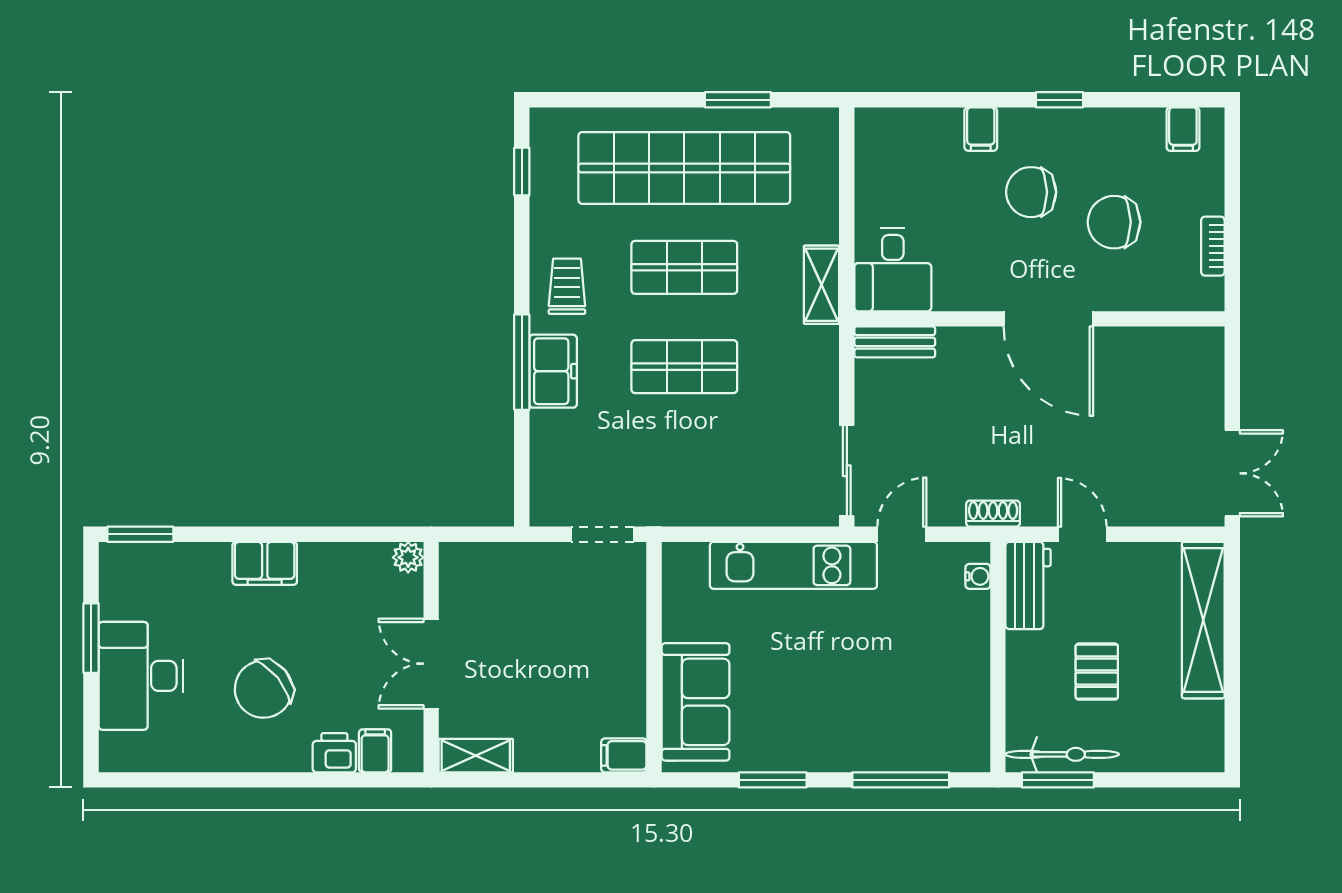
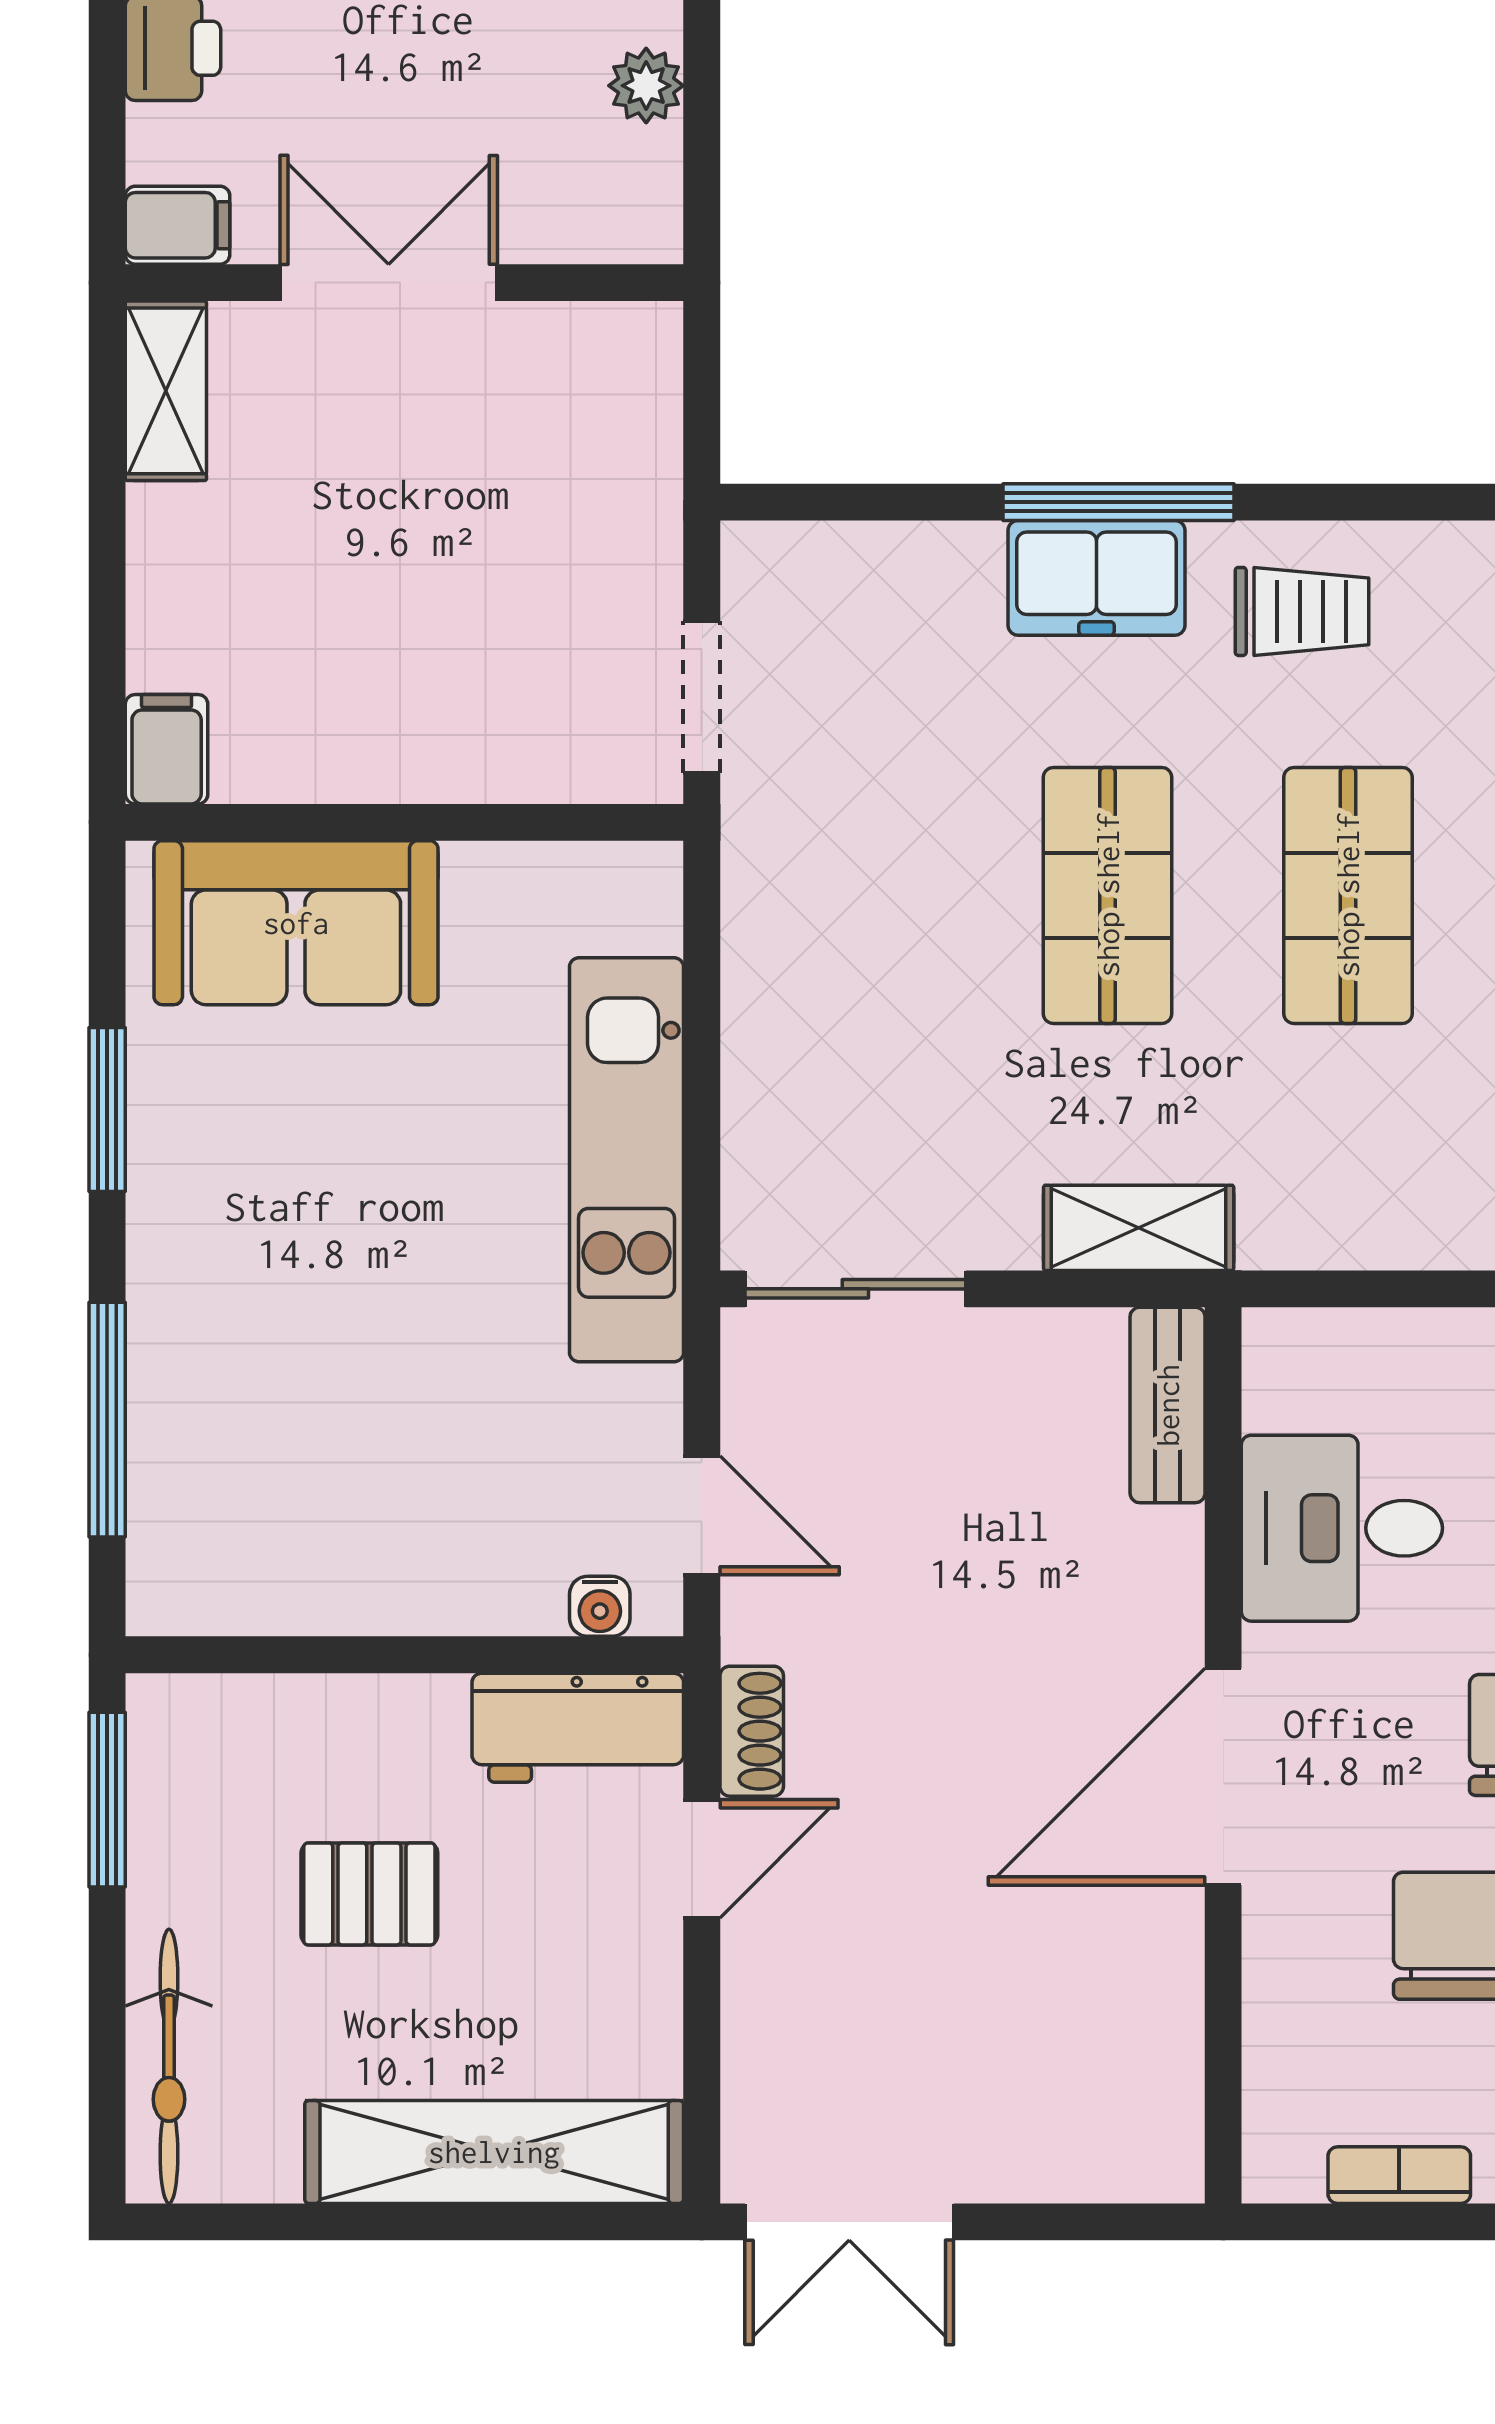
desk: (893, 270) -> (1342, 1528), moved
shelving: (822, 285) -> (1139, 1228), moved
shoe rack: (993, 514) -> (752, 1731), moved
door: (902, 534) -> (702, 1515), moved
plant: (408, 557) -> (646, 86), moved
filing cabinet: (375, 751) -> (178, 225), moved
bicycle: (1062, 754) -> (169, 2066), moved

